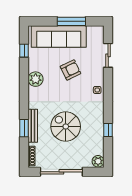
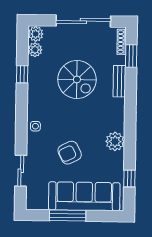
bench: (33, 126) -> (119, 81), width x0.73
window: (24, 128) -> (131, 56), moved
plant: (98, 149) -> (35, 50), added

